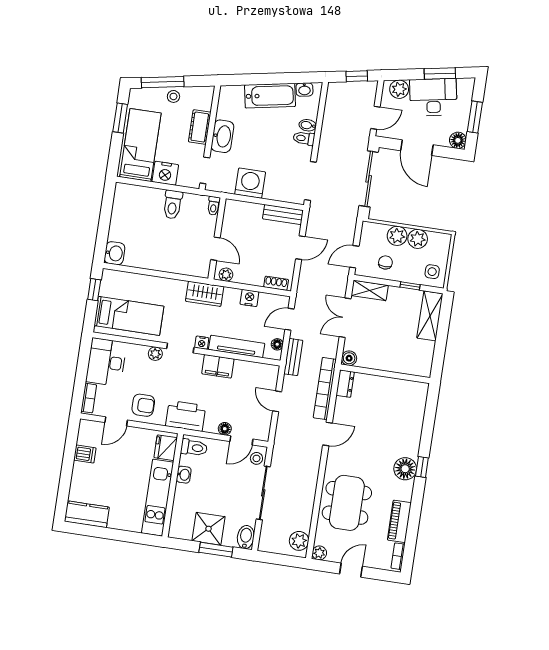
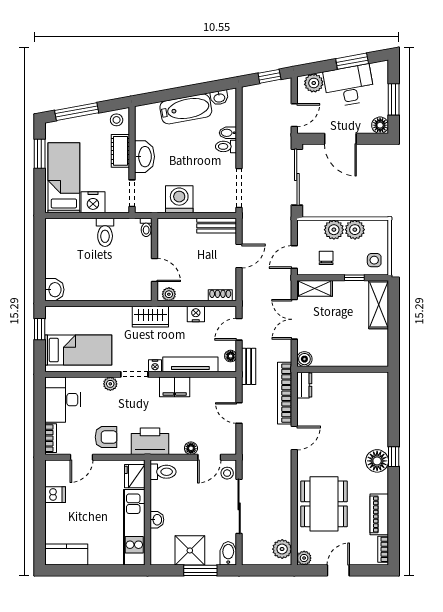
stool: (173, 96) -> (117, 120), moved
washbasin: (184, 475) -> (157, 520), moved

